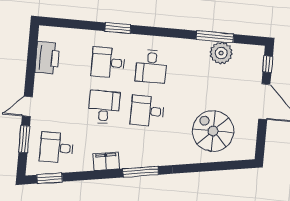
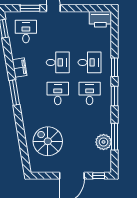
window: (158, 32) -> (115, 96), added
printer: (47, 58) -> (100, 19), moved
desk: (108, 62) -> (90, 62), turned 90
desk: (151, 66) -> (90, 93), turned 90
spiral stairs: (213, 131) -> (48, 141), turned -90

